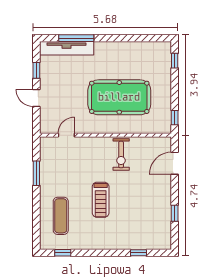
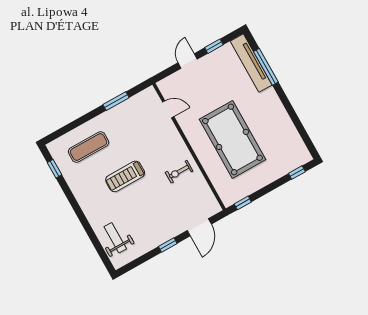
exercise bike: (121, 154) -> (179, 172), width x0.73, depth x0.72
door: (175, 163) -> (199, 227), swing flipped
window: (175, 213) -> (168, 245), moved
weight bench: (145, 235) -> (115, 238), added
window: (139, 253) -> (95, 241), removed

